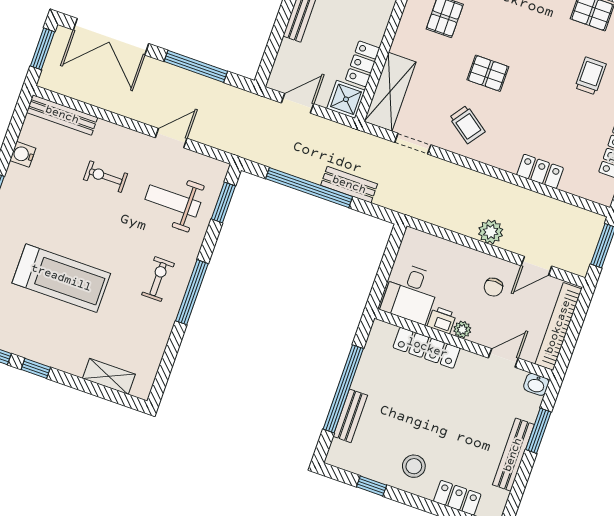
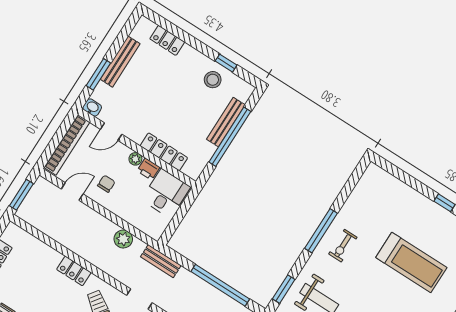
locker: (540, 171) -> (74, 271), moved
bench: (349, 185) -> (161, 261), moved
plant: (491, 232) -> (123, 239), moved
treadmill: (61, 278) -> (411, 263), turned 180
shelving: (109, 376) -> (394, 185), removed
bench: (350, 416) -> (226, 122), width x1.36
stool: (414, 466) -> (213, 80), moved

